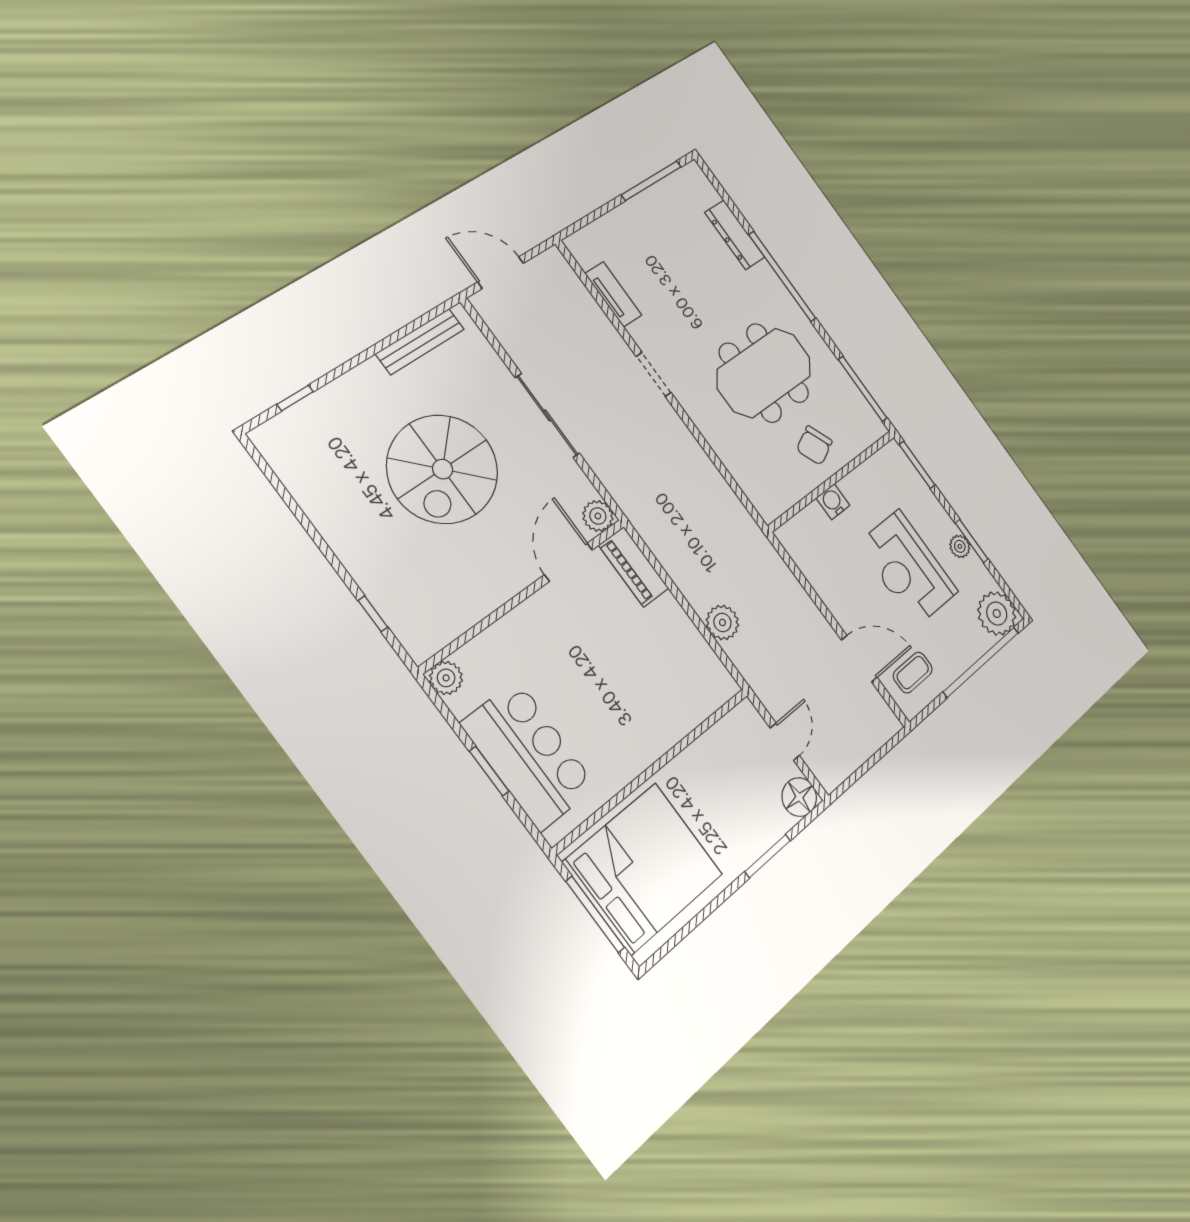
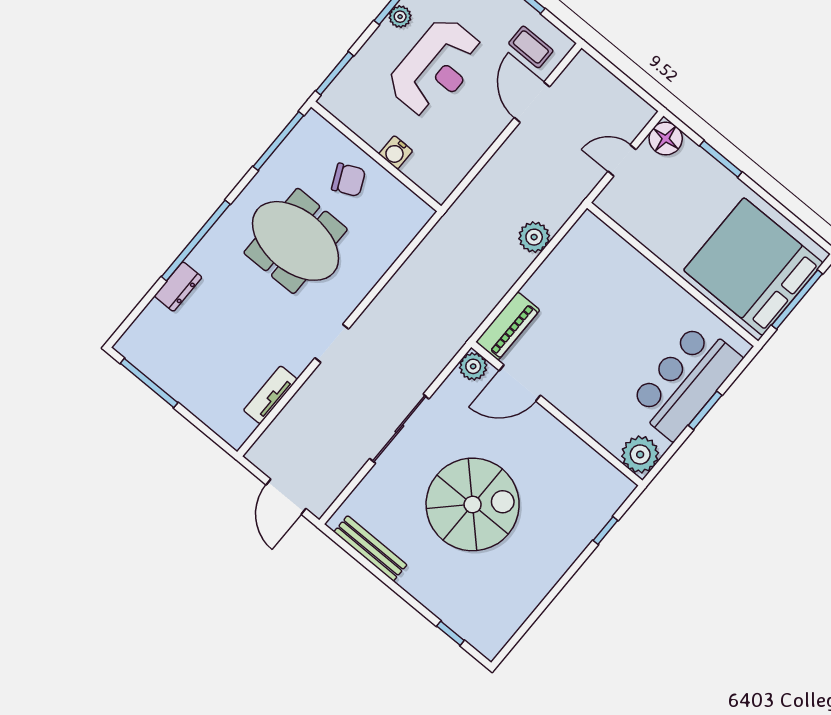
dresser: (735, 235) -> (178, 287), width x0.70
plant: (446, 678) -> (640, 454), width x1.36, depth x1.36

